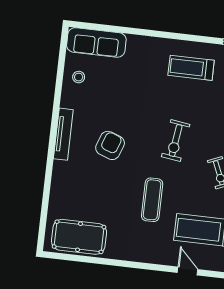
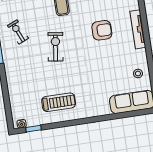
armchair: (110, 145) -> (102, 30), turned -110

